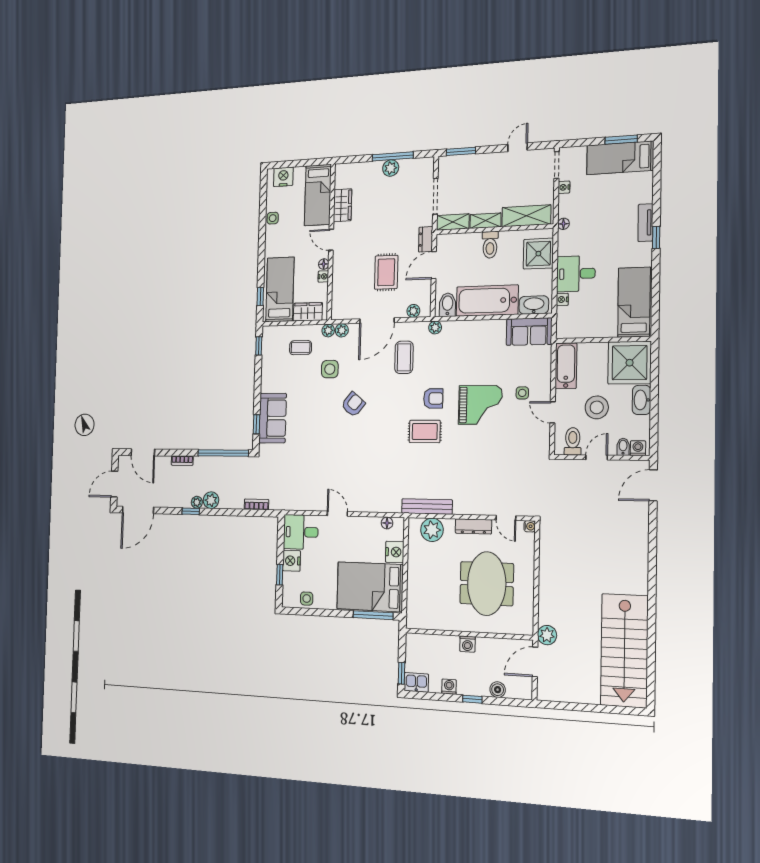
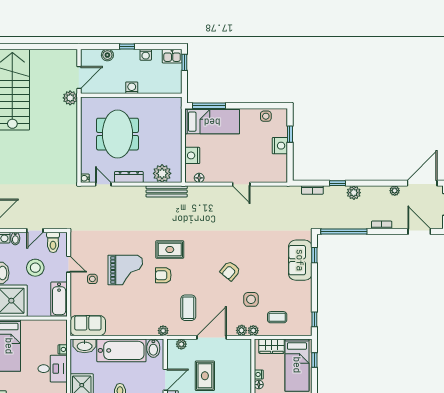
grand piano: (480, 405) -> (125, 270), turned 180
plant: (197, 502) -> (395, 191), moved
window: (191, 511) -> (337, 183), moved
desk: (301, 532) -> (273, 169), removed
bed: (370, 587) -> (212, 122), width x0.67

